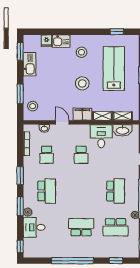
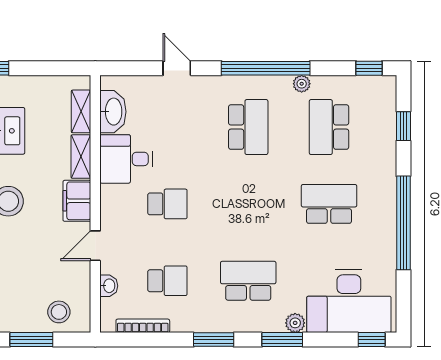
school desk: (116, 191) -> (248, 127), turned 90
desk: (34, 227) -> (349, 301), width x1.87, depth x1.30
school desk: (81, 227) -> (329, 204), turned 90
school desk: (116, 227) -> (329, 127), turned 180

